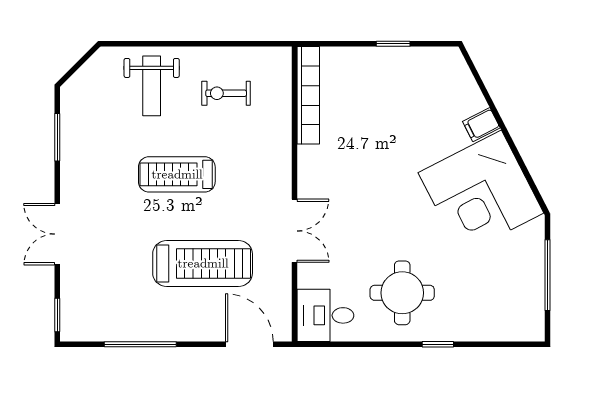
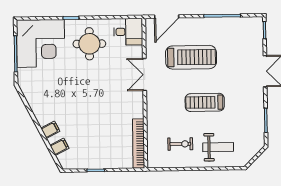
weight bench: (152, 86) -> (218, 147), turned 90
filing cabinet: (464, 91) -> (59, 147), added
treadmill: (177, 174) -> (205, 102), turned 180
corner desk: (481, 193) -> (41, 43), moved, turned 117
treadmill: (203, 263) -> (191, 57), turned 180
door: (249, 344) -> (167, 17), hinge flipped

